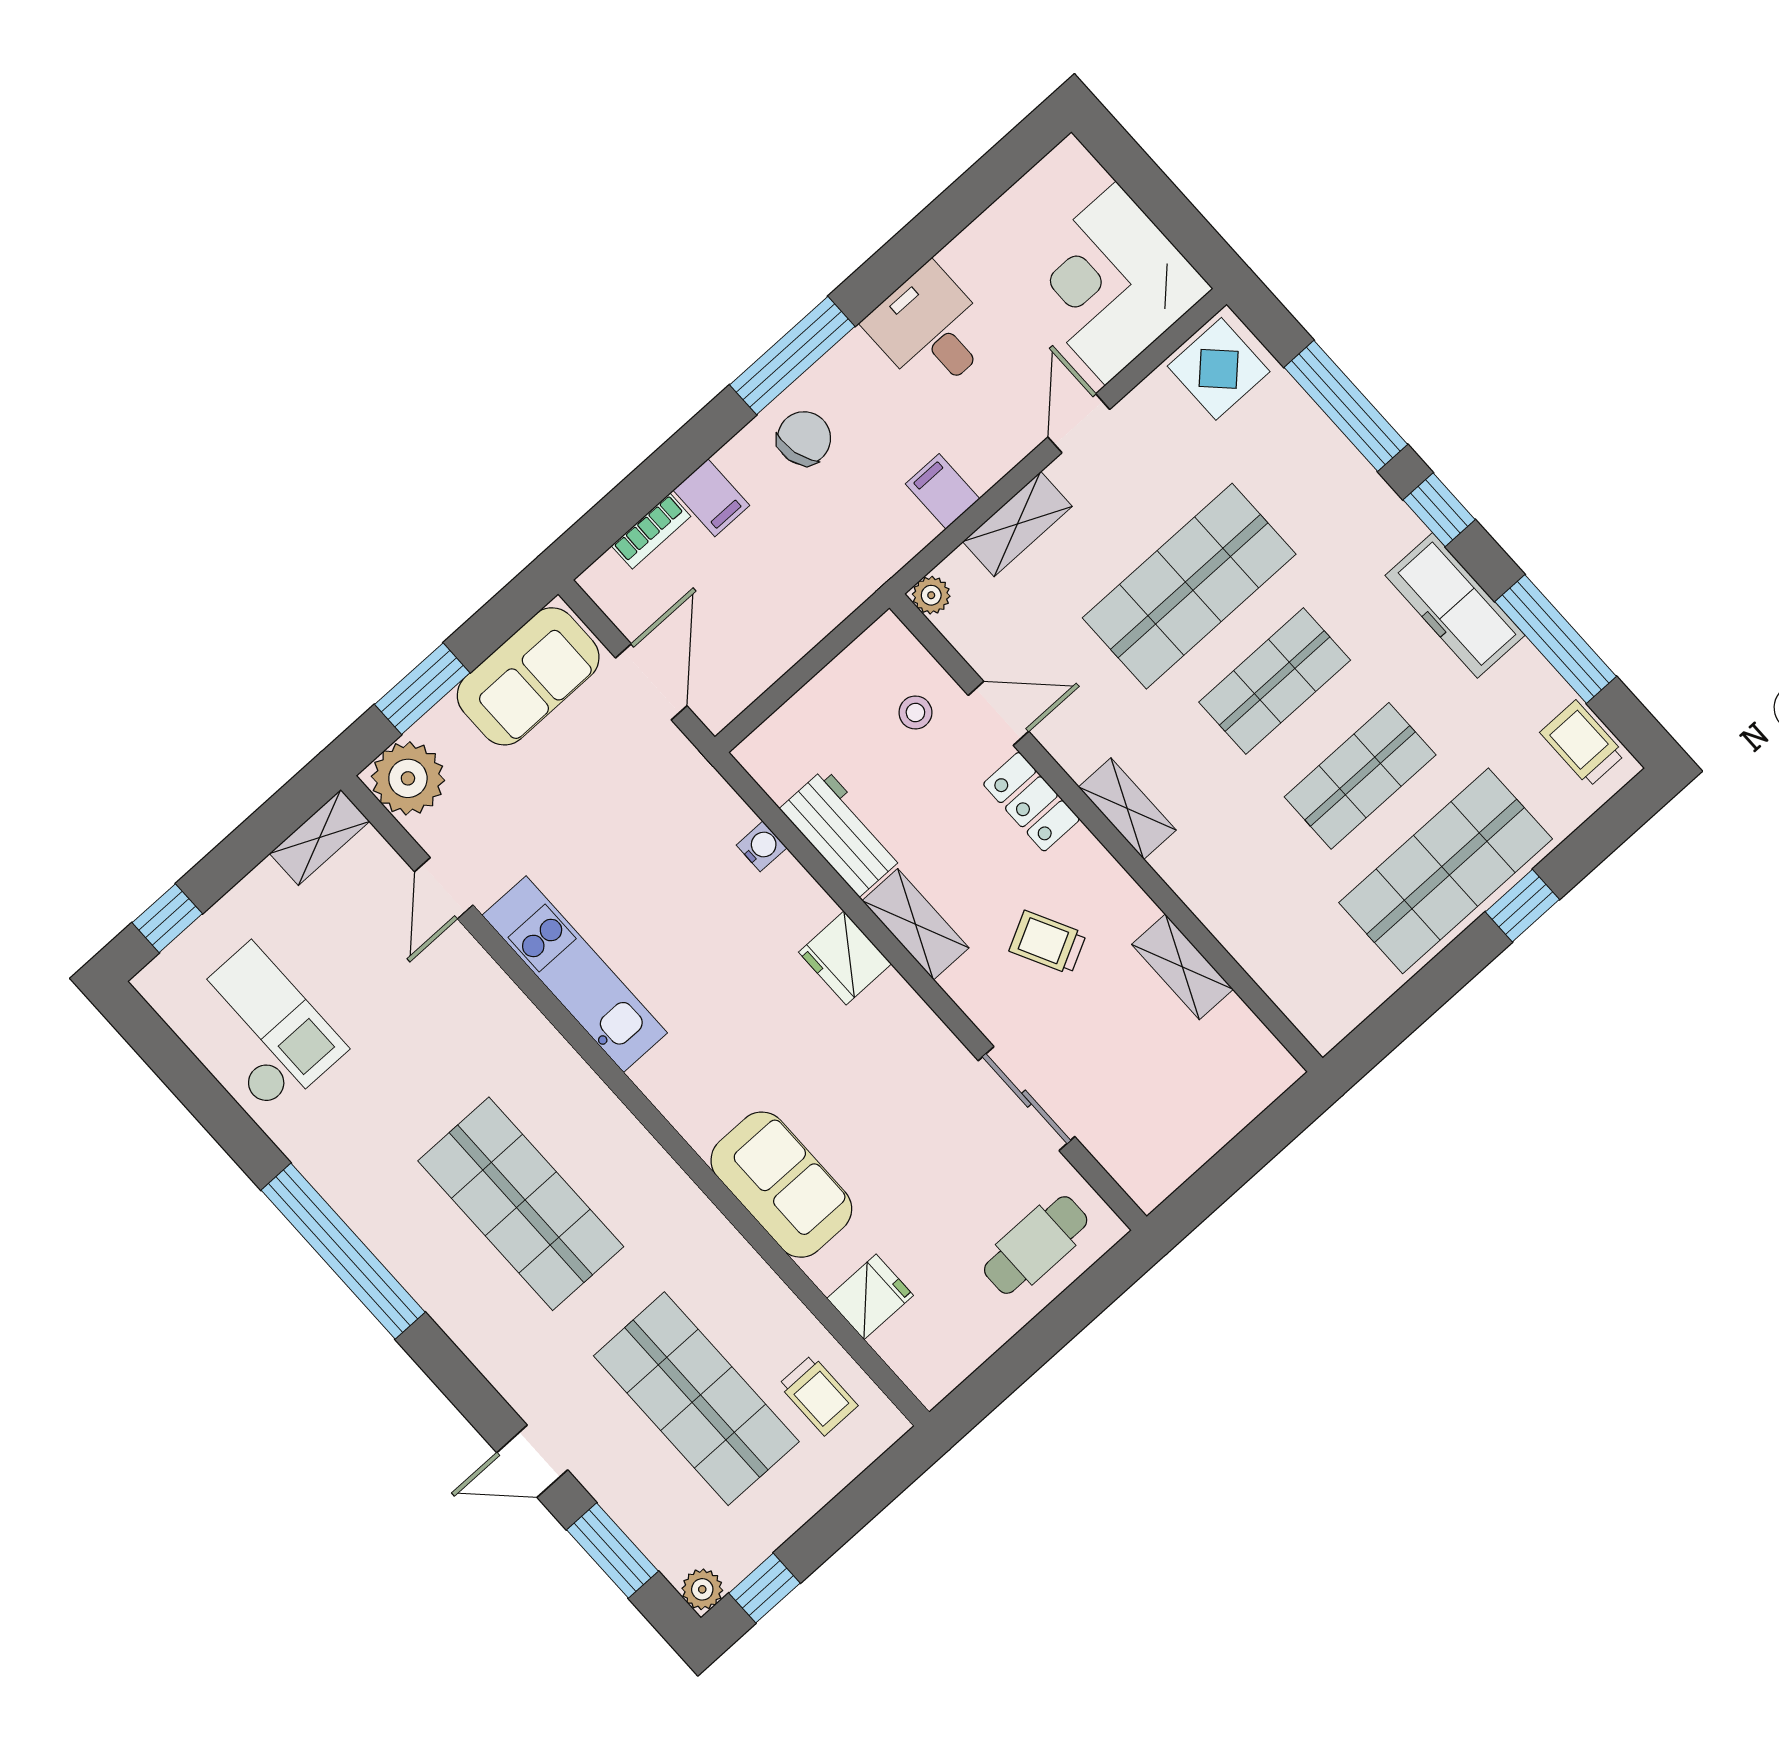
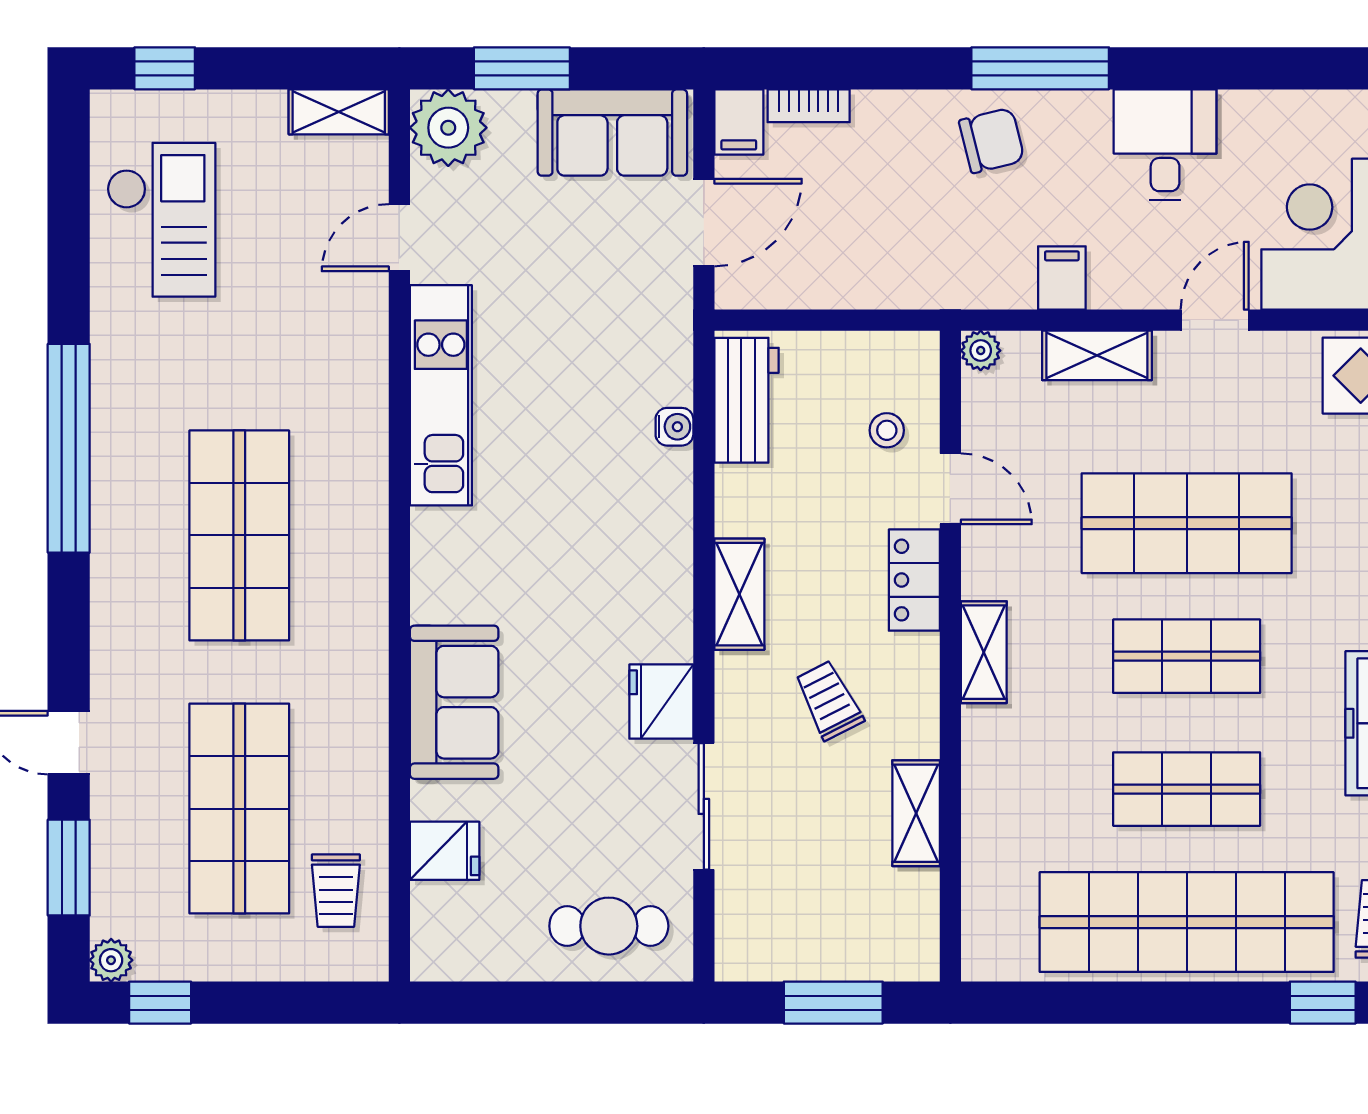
filing cabinet: (711, 498) -> (739, 122), moved
workbench: (842, 832) -> (746, 400), moved
shop shelf: (1446, 871) -> (1187, 922), width x1.40
window: (1522, 906) -> (1323, 1003), moved
fridge: (845, 958) -> (661, 702), moved
window: (1245, 1155) -> (833, 1003), added

